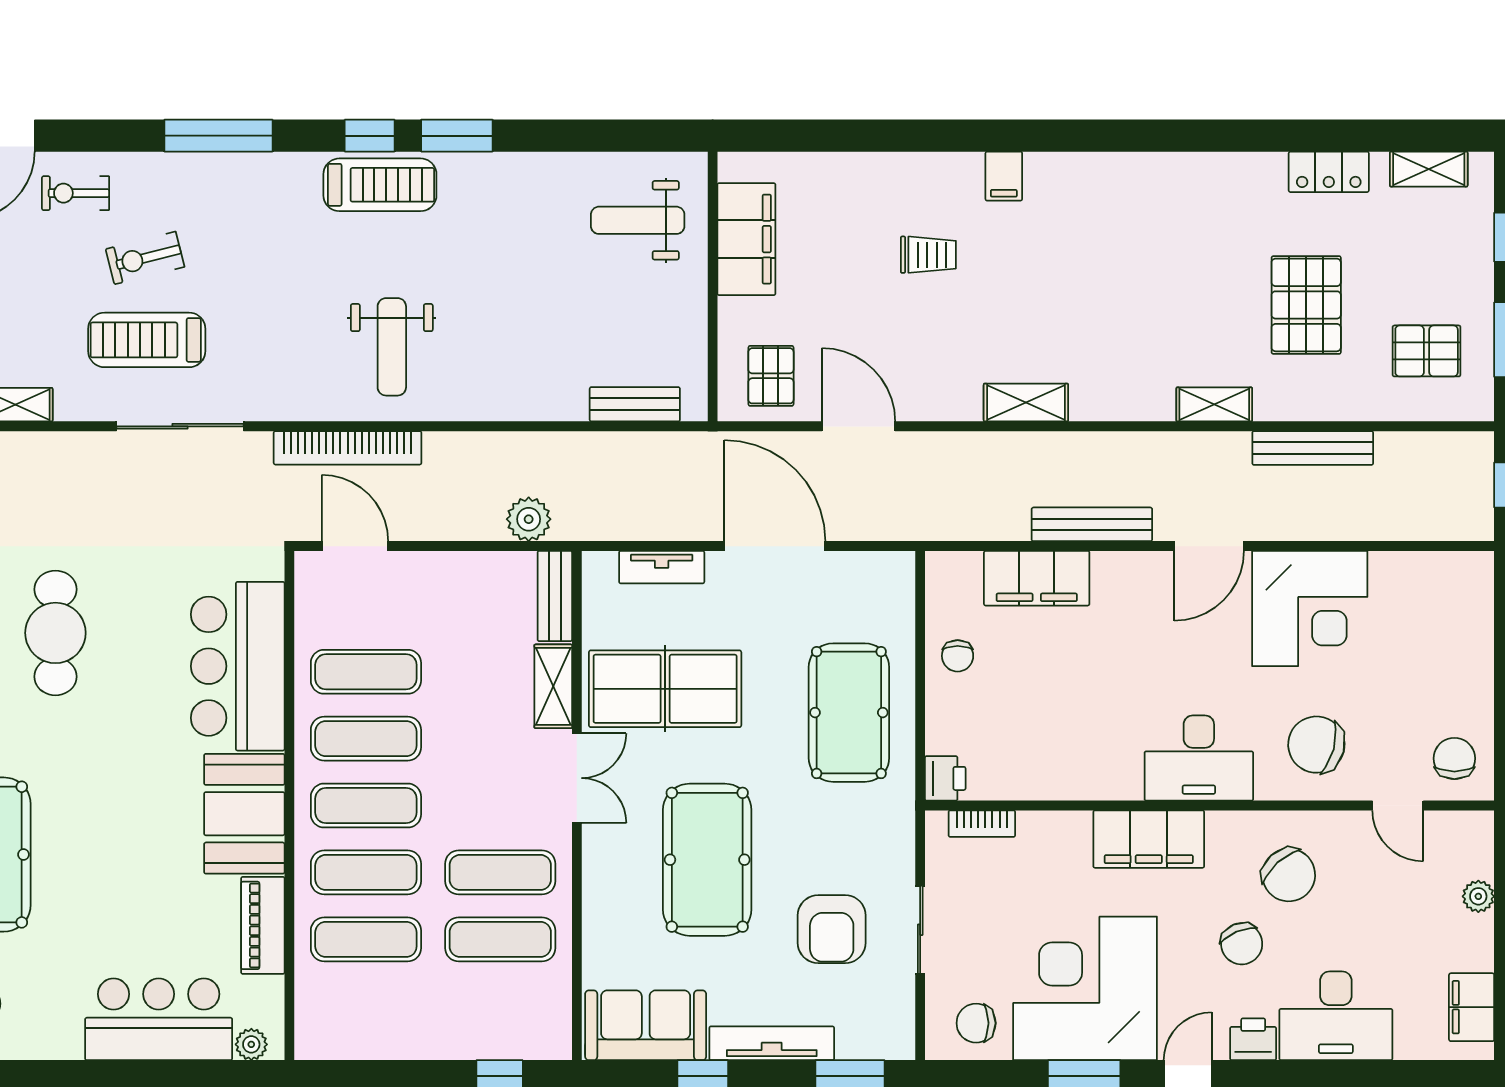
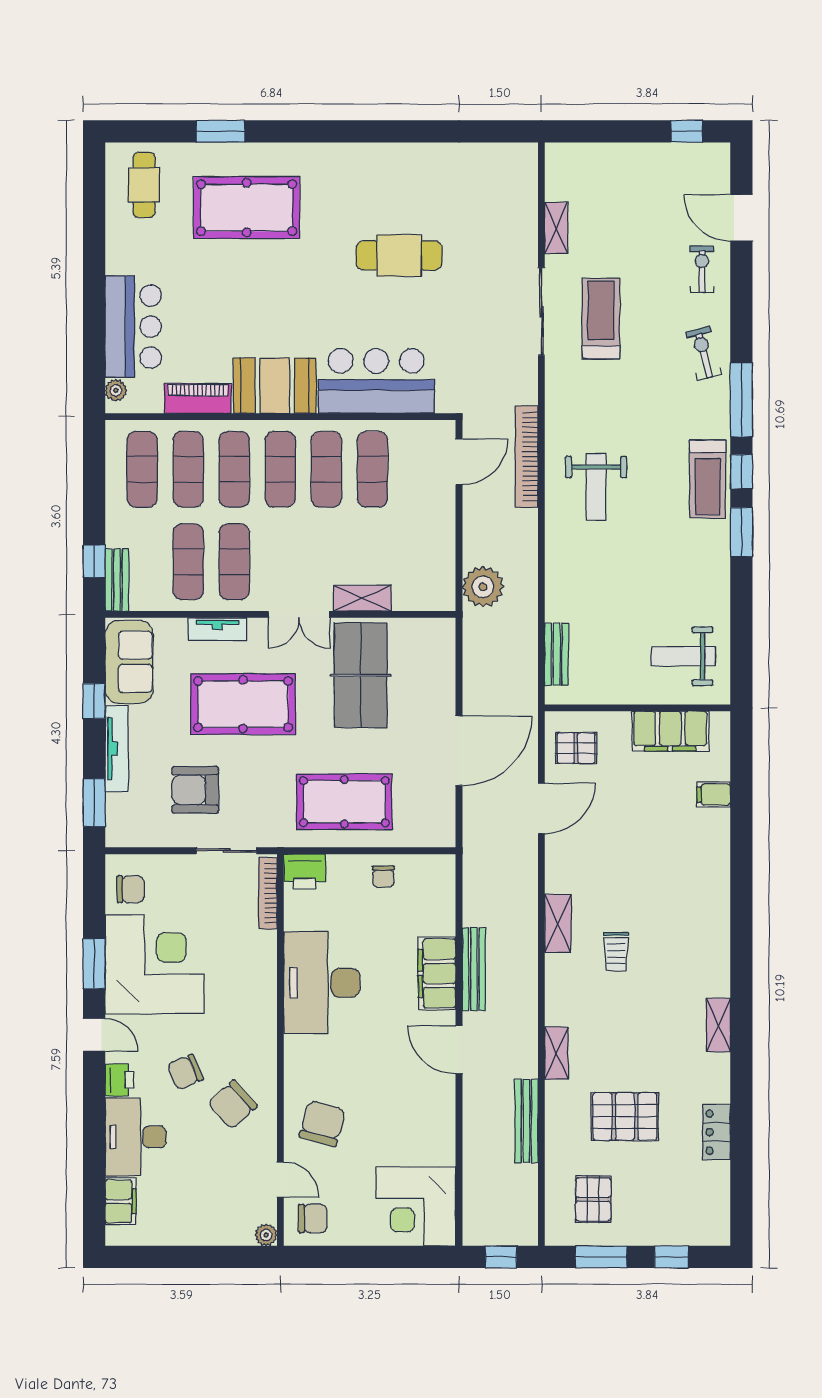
window: (218, 136) -> (741, 400), moved
shelving: (1429, 169) -> (718, 1025), moved
filing cabinet: (1004, 176) -> (714, 795), moved
weight bench: (638, 220) -> (683, 656), turned -90
trolley: (928, 255) -> (616, 951), moved
exercise bike: (145, 258) -> (704, 353), moved
weight bench: (392, 347) -> (596, 487), turned -90
sliding door: (180, 426) -> (541, 312), moved
plant: (529, 519) -> (483, 587), width x1.36, depth x1.36
tv unit: (662, 567) -> (217, 629), moved, turned -90
filing cabinet: (1037, 578) -> (437, 973), moved
bench: (555, 596) -> (117, 580), moved, turned 90
corner desk: (1310, 608) -> (416, 1206), moved
chair: (958, 656) -> (383, 877), turned -90
desk: (1199, 758) -> (322, 983), moved, width x1.36, depth x1.30
printer: (945, 778) -> (305, 871), width x1.36, depth x1.24
door: (1398, 806) -> (280, 1180), swing flipped
bookcase: (982, 824) -> (268, 893), width x1.56
filing cabinet: (1149, 839) -> (257, 1008), removed
plant: (1478, 896) -> (266, 1235), moved
sliding door: (920, 930) -> (227, 851), moved
exercise mat: (366, 1006) -> (142, 469), added
filing cabinet: (1472, 1007) -> (121, 1201), moved, turned 90
chair: (976, 1023) -> (131, 889), turned 90

